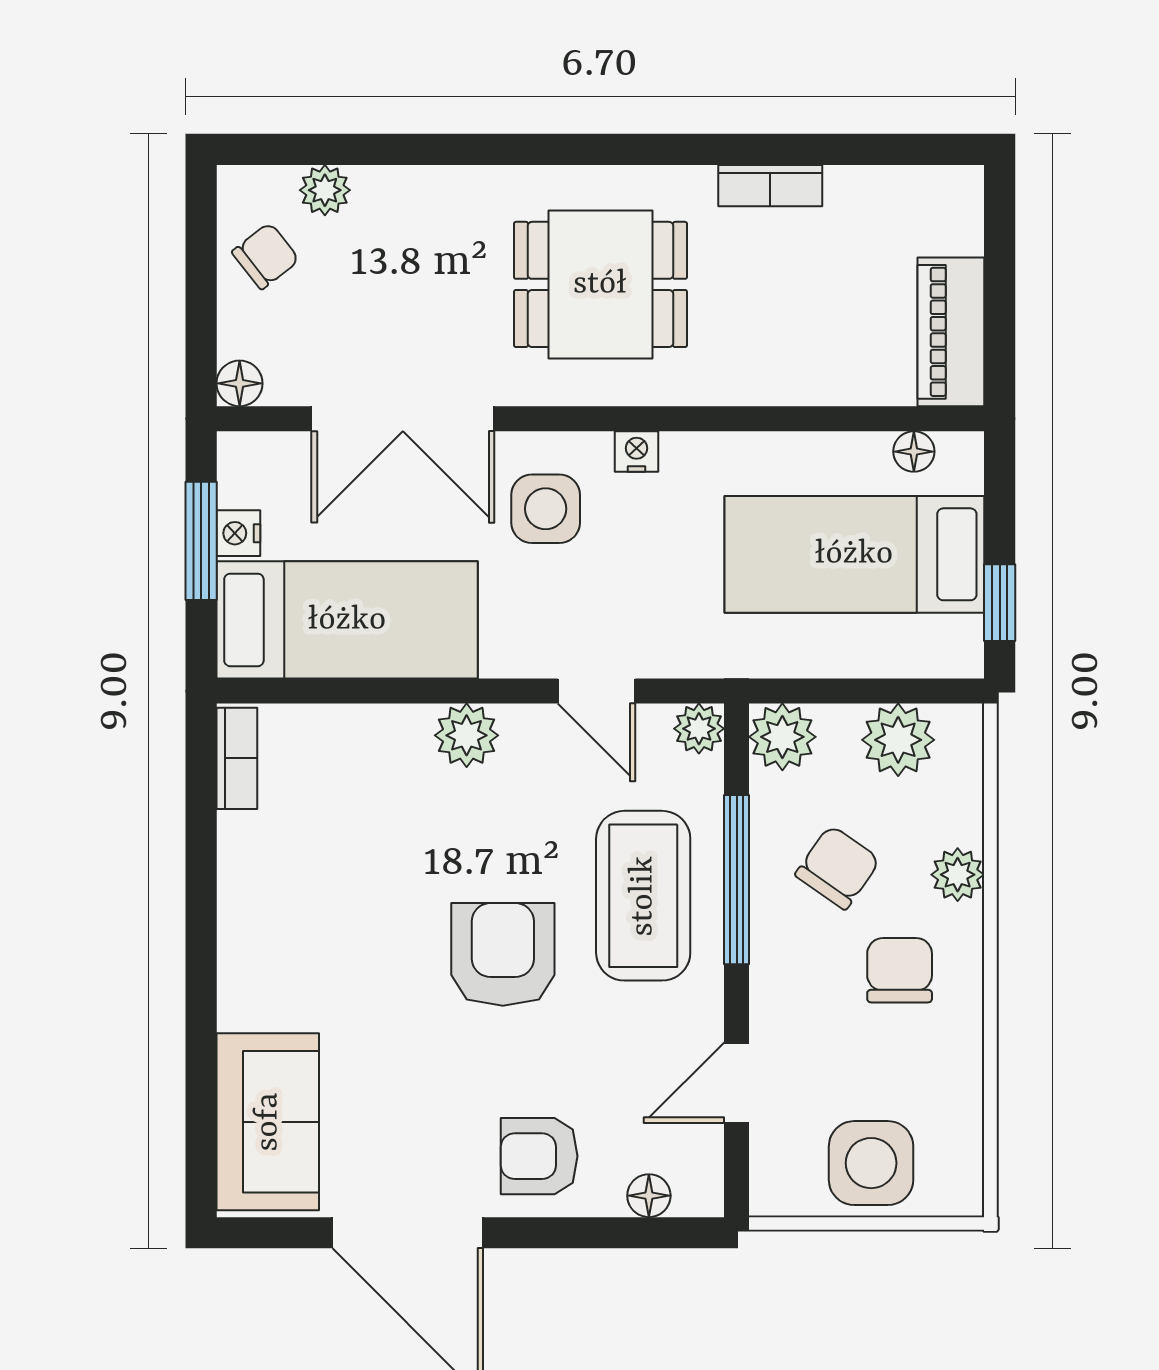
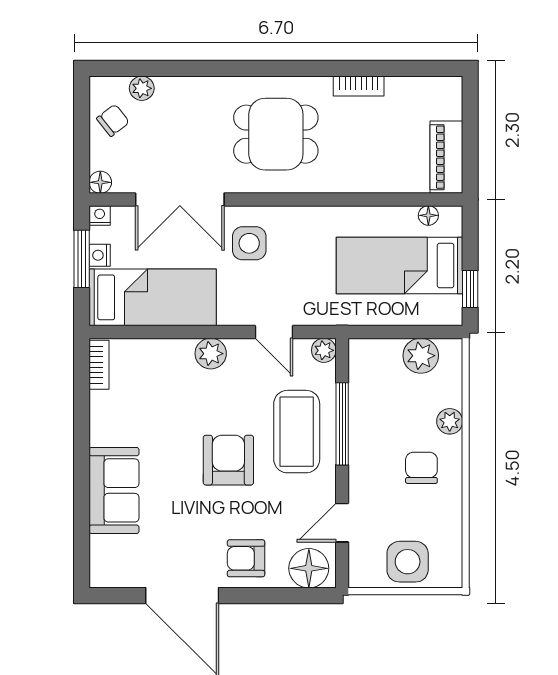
nightstand: (637, 451) -> (100, 215), moved
plant: (782, 737) -> (364, 354), removed
chair: (838, 867) -> (391, 418), removed
sofa: (268, 1122) -> (114, 490), moved
floor lamp: (649, 1196) -> (309, 568), width x1.89, depth x1.89

